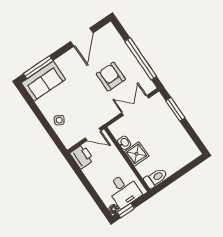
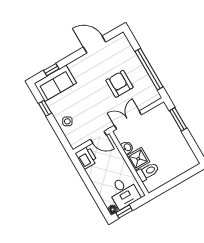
door: (82, 37) -> (95, 44), swing flipped
window: (38, 67) -> (51, 70), width x0.46
double door: (135, 105) -> (128, 120), moved
window: (35, 108) -> (45, 108), added
toilet: (156, 178) -> (148, 172), moved

